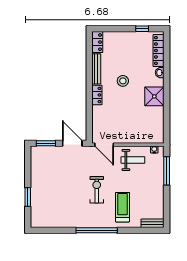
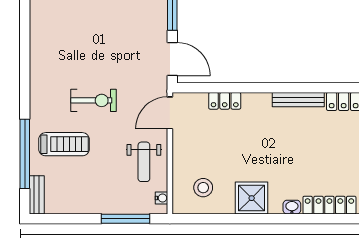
stool: (123, 81) -> (203, 188), moved
locker: (97, 95) -> (225, 101), moved
door: (72, 143) -> (172, 59), hinge flipped
window: (97, 230) -> (25, 154), moved

